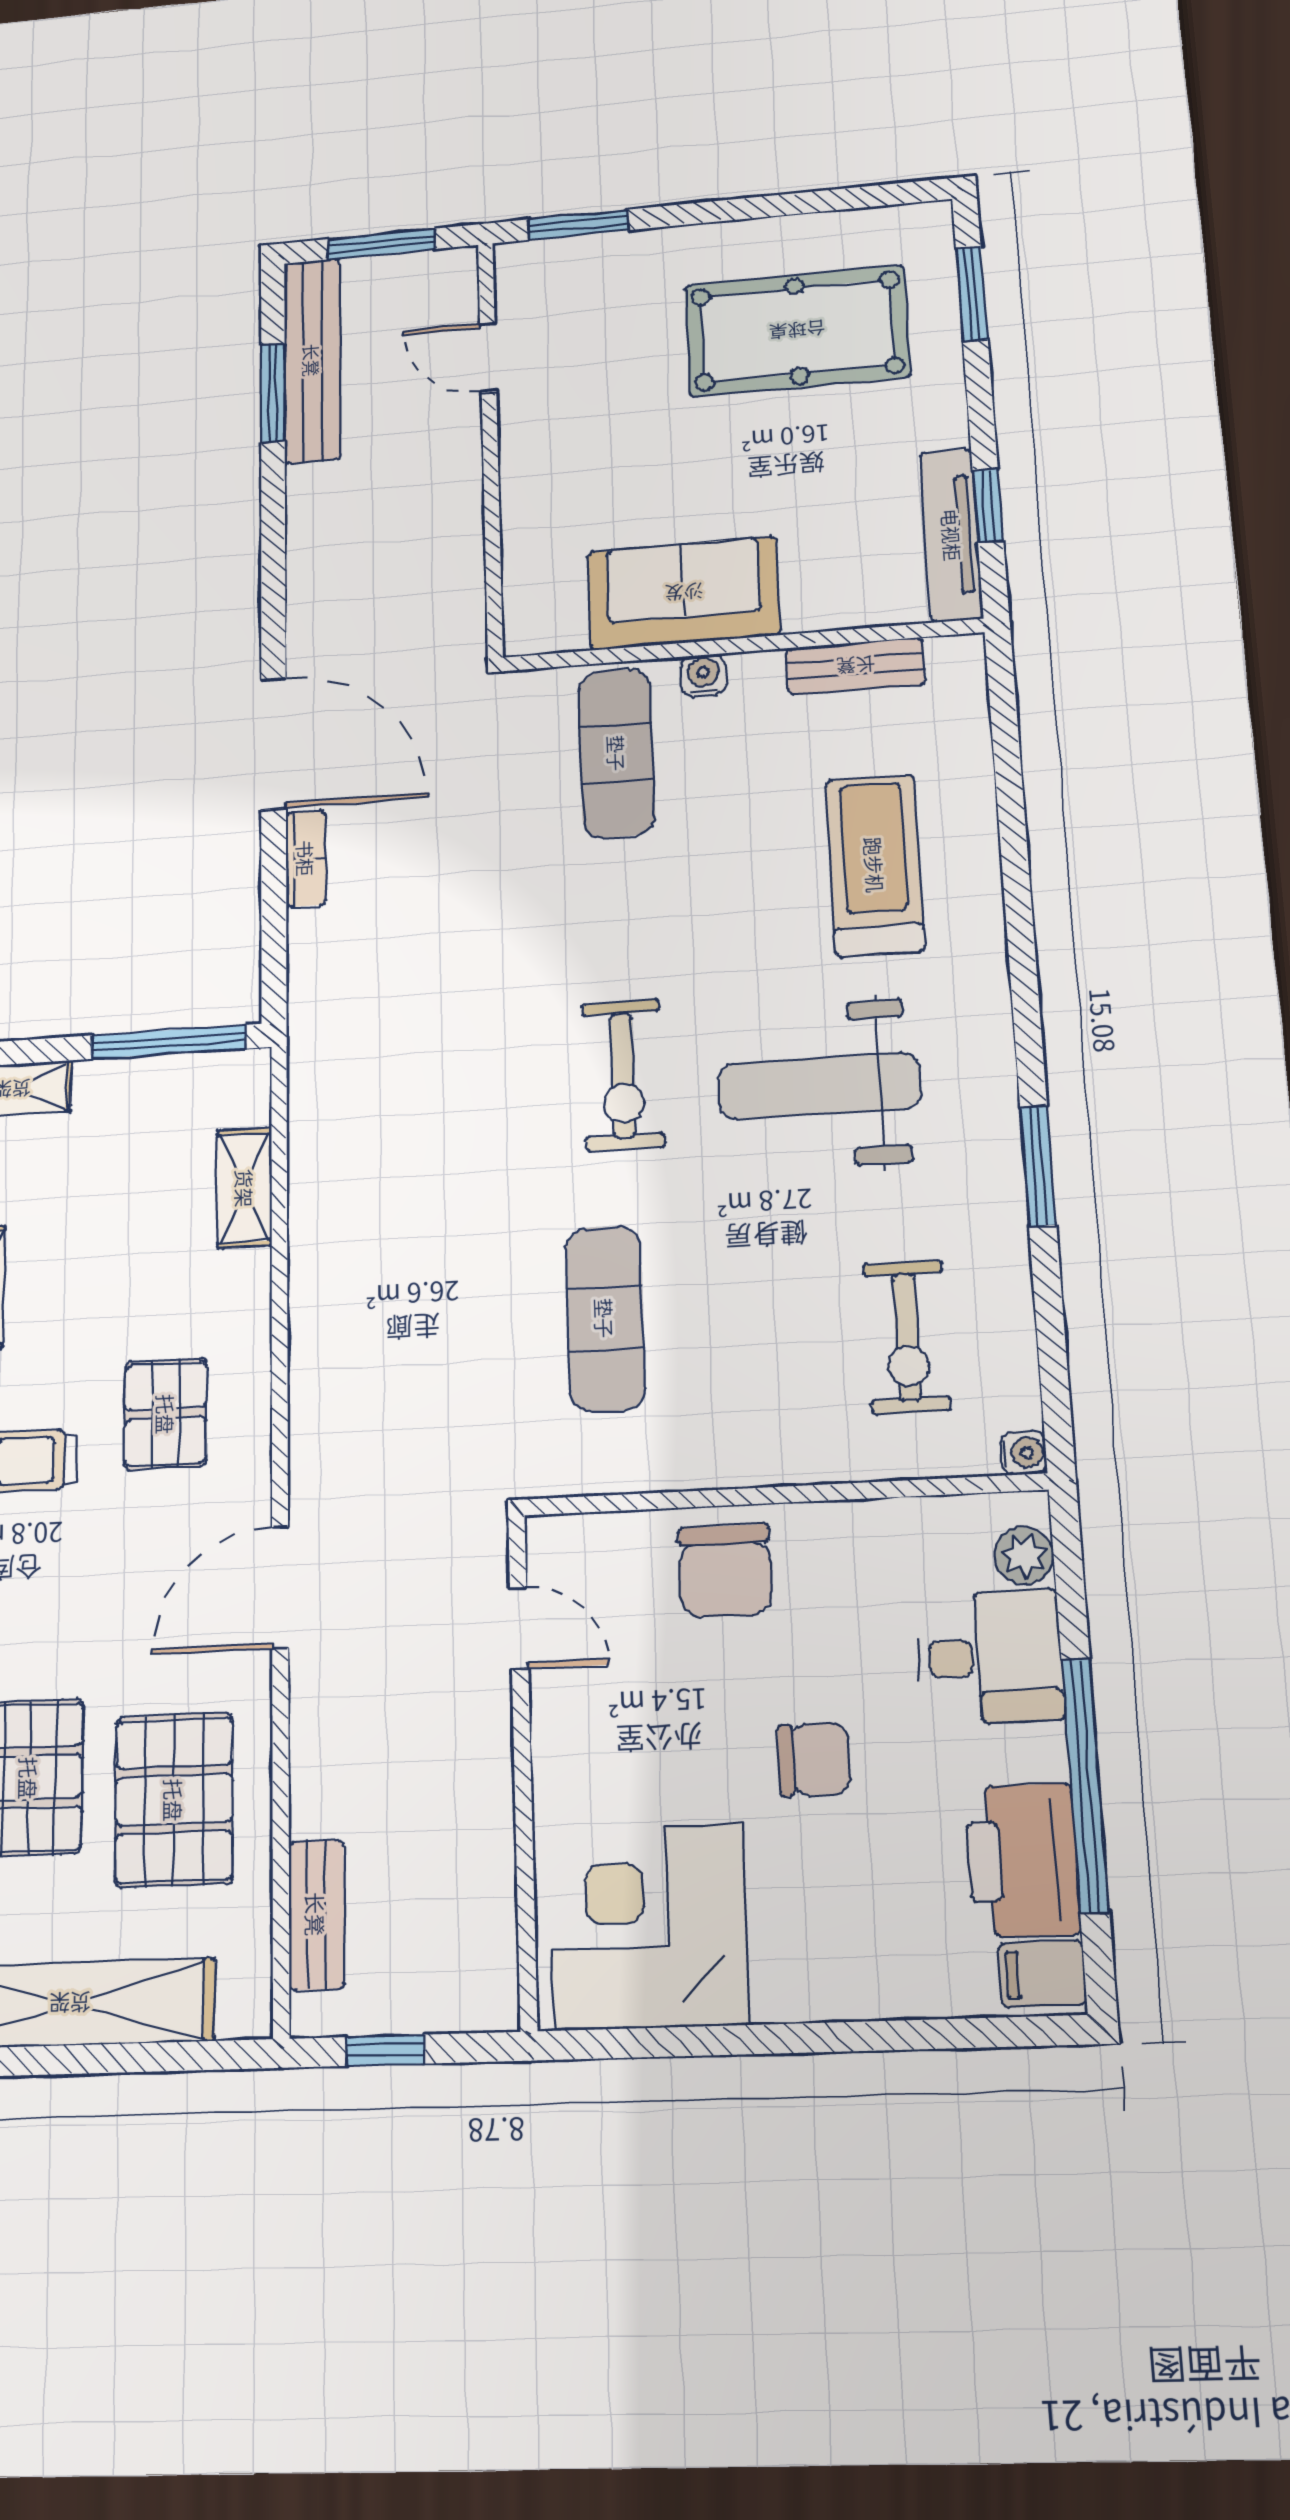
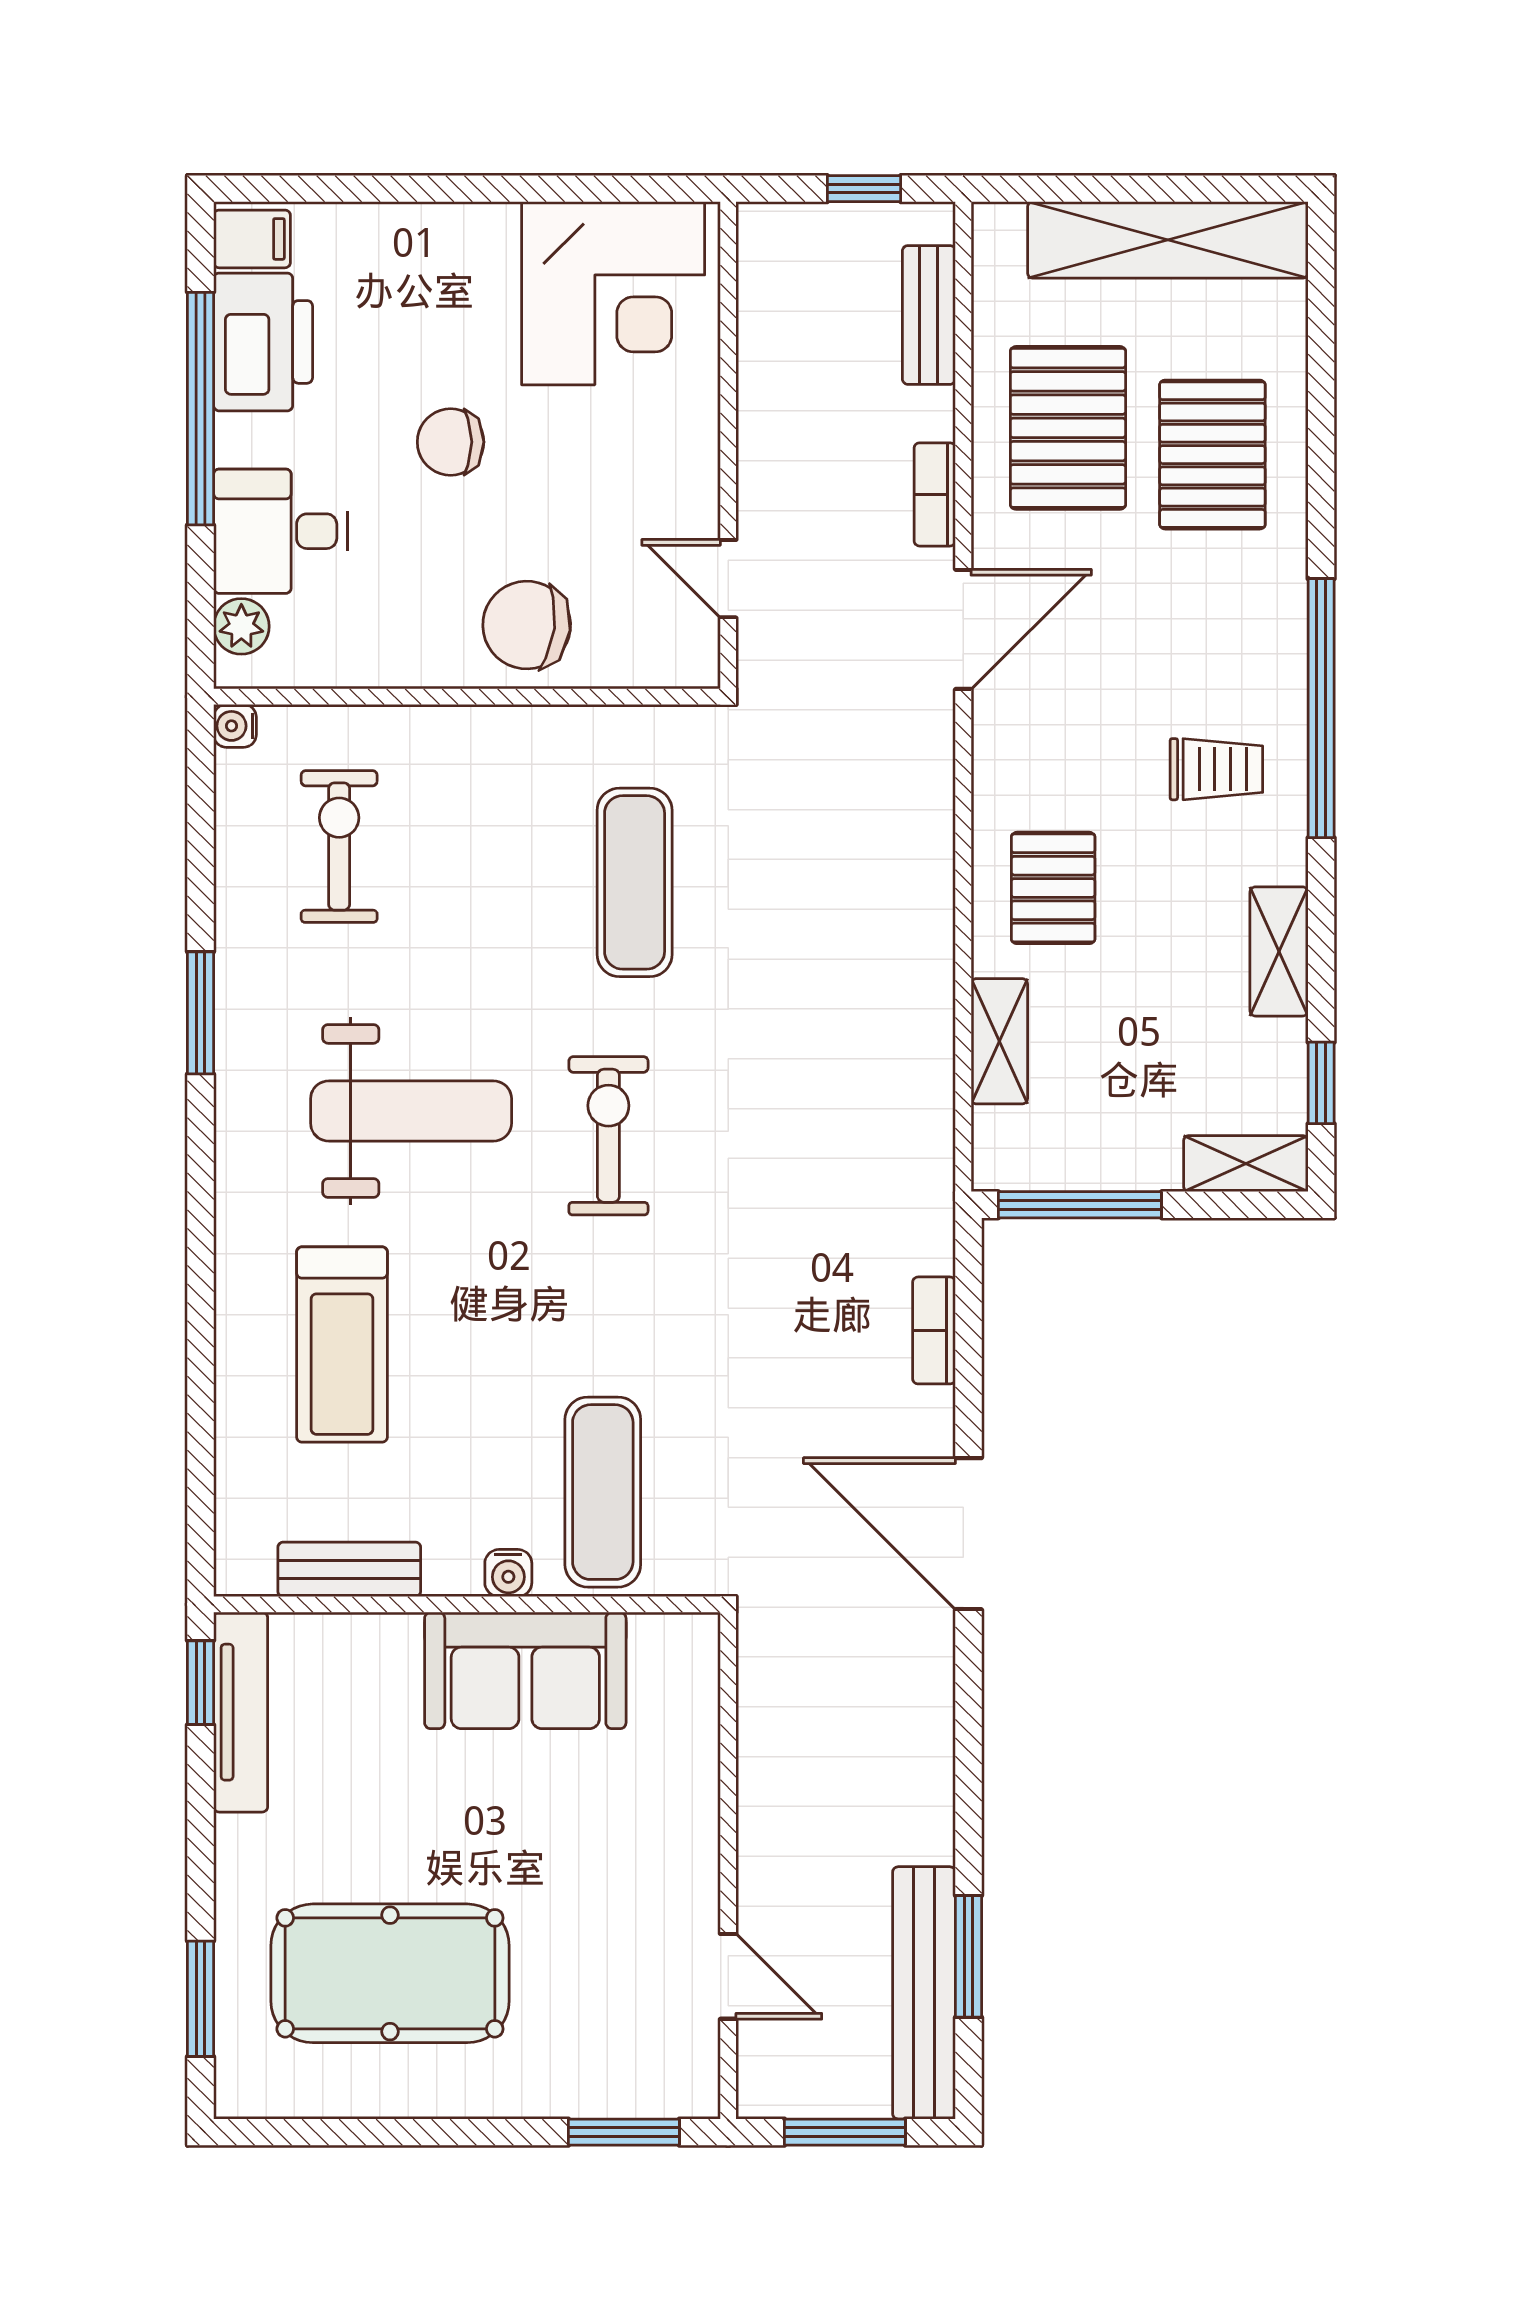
window: (988, 506) -> (200, 1683), moved
bookcase: (306, 858) -> (934, 1330), moved
pallet: (166, 1414) -> (1053, 888), moved
chair: (725, 1571) -> (527, 625), turned -83
bookcase: (309, 1725) -> (935, 494), added

